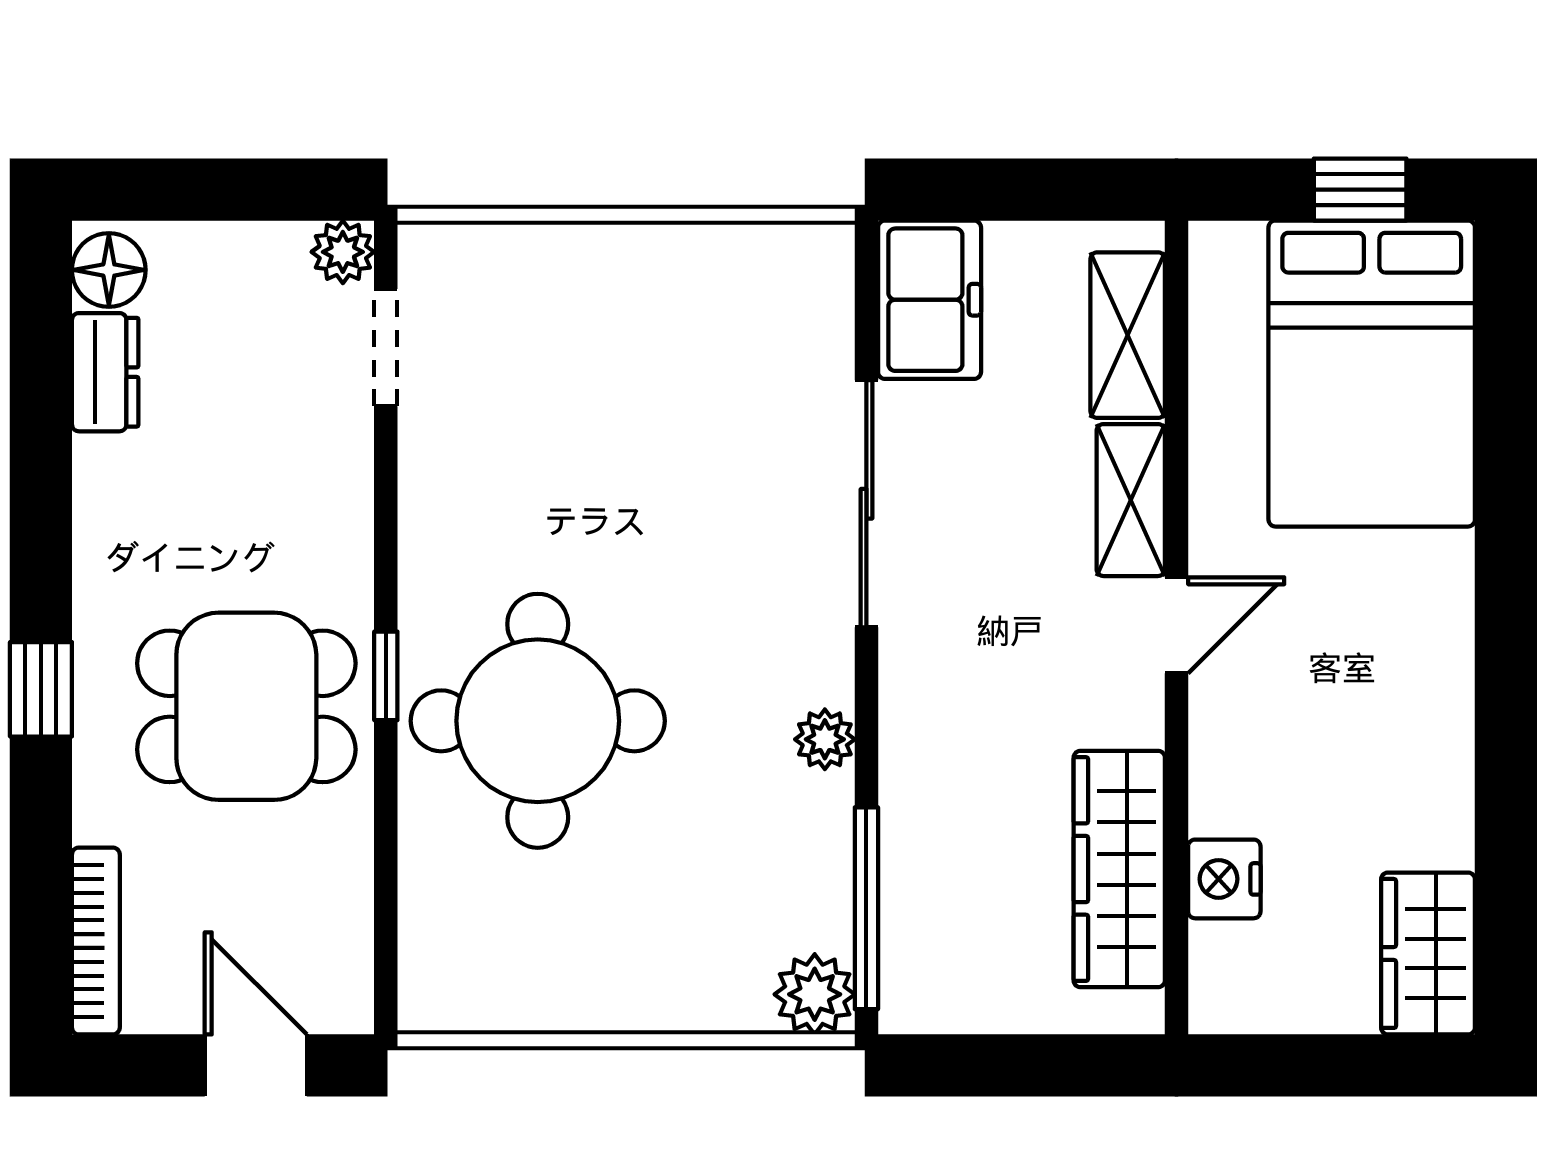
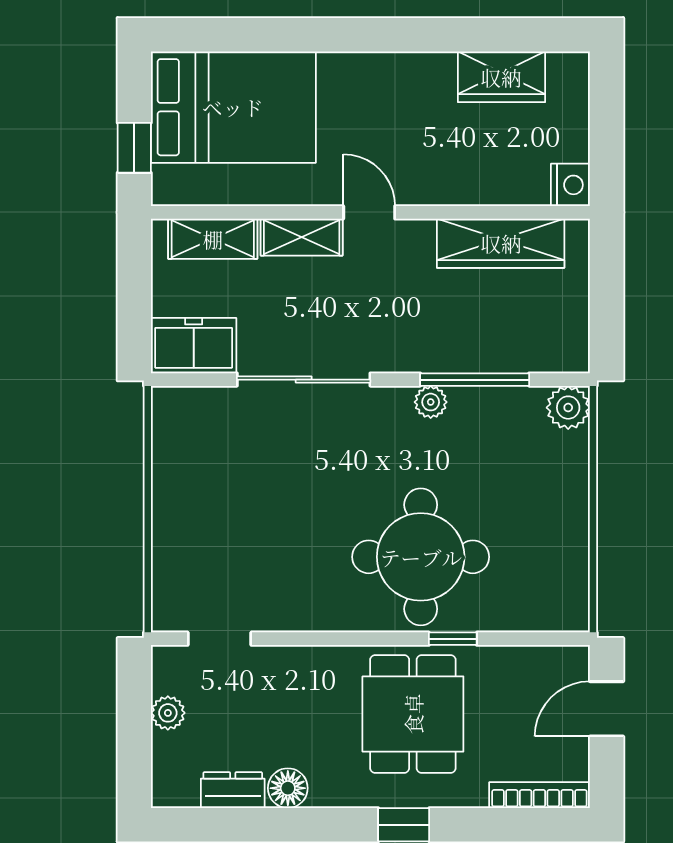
window: (1360, 190) -> (134, 148), moved
plant: (343, 252) -> (168, 713), moved
floor lamp: (109, 270) -> (288, 788), moved
window: (386, 676) -> (453, 639), moved
nightstand: (1224, 879) -> (570, 185), moved, turned -90
window: (866, 908) -> (475, 380), moved
wardrobe: (1428, 953) -> (501, 77), moved

